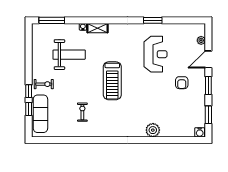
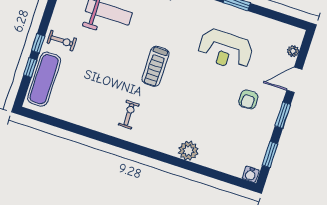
reception desk: (156, 54) -> (225, 50), turned 90
treadmill: (112, 81) -> (155, 66), width x0.73, depth x0.73
exercise bike: (82, 112) -> (129, 114), moved

